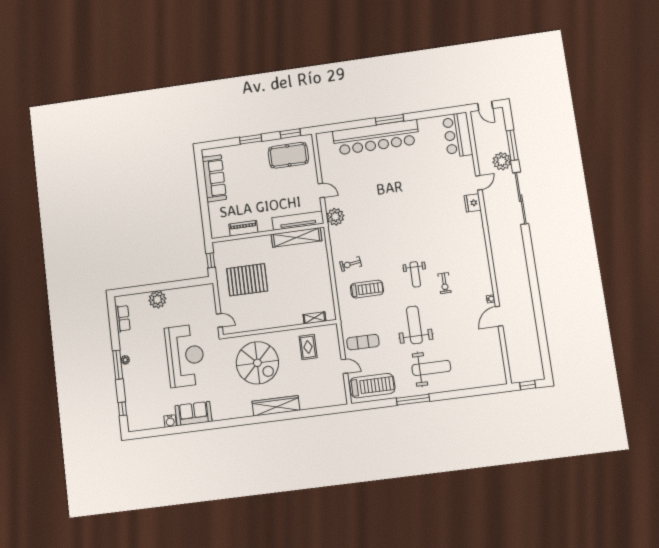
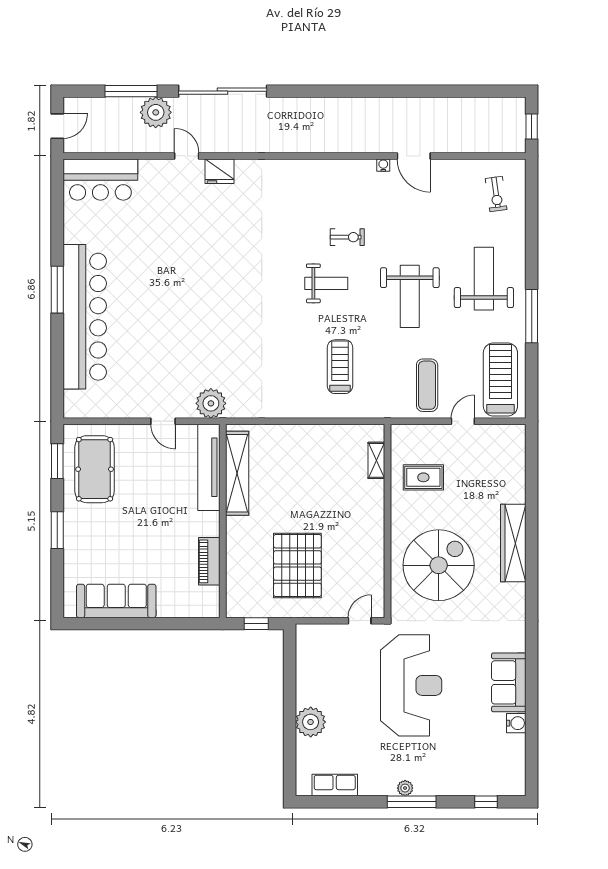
door: (321, 191) -> (163, 421), swing flipped
exercise bike: (351, 264) -> (496, 194), moved
weight bench: (414, 325) -> (410, 296), turned -90
reception desk: (185, 356) -> (411, 685), turned 90

